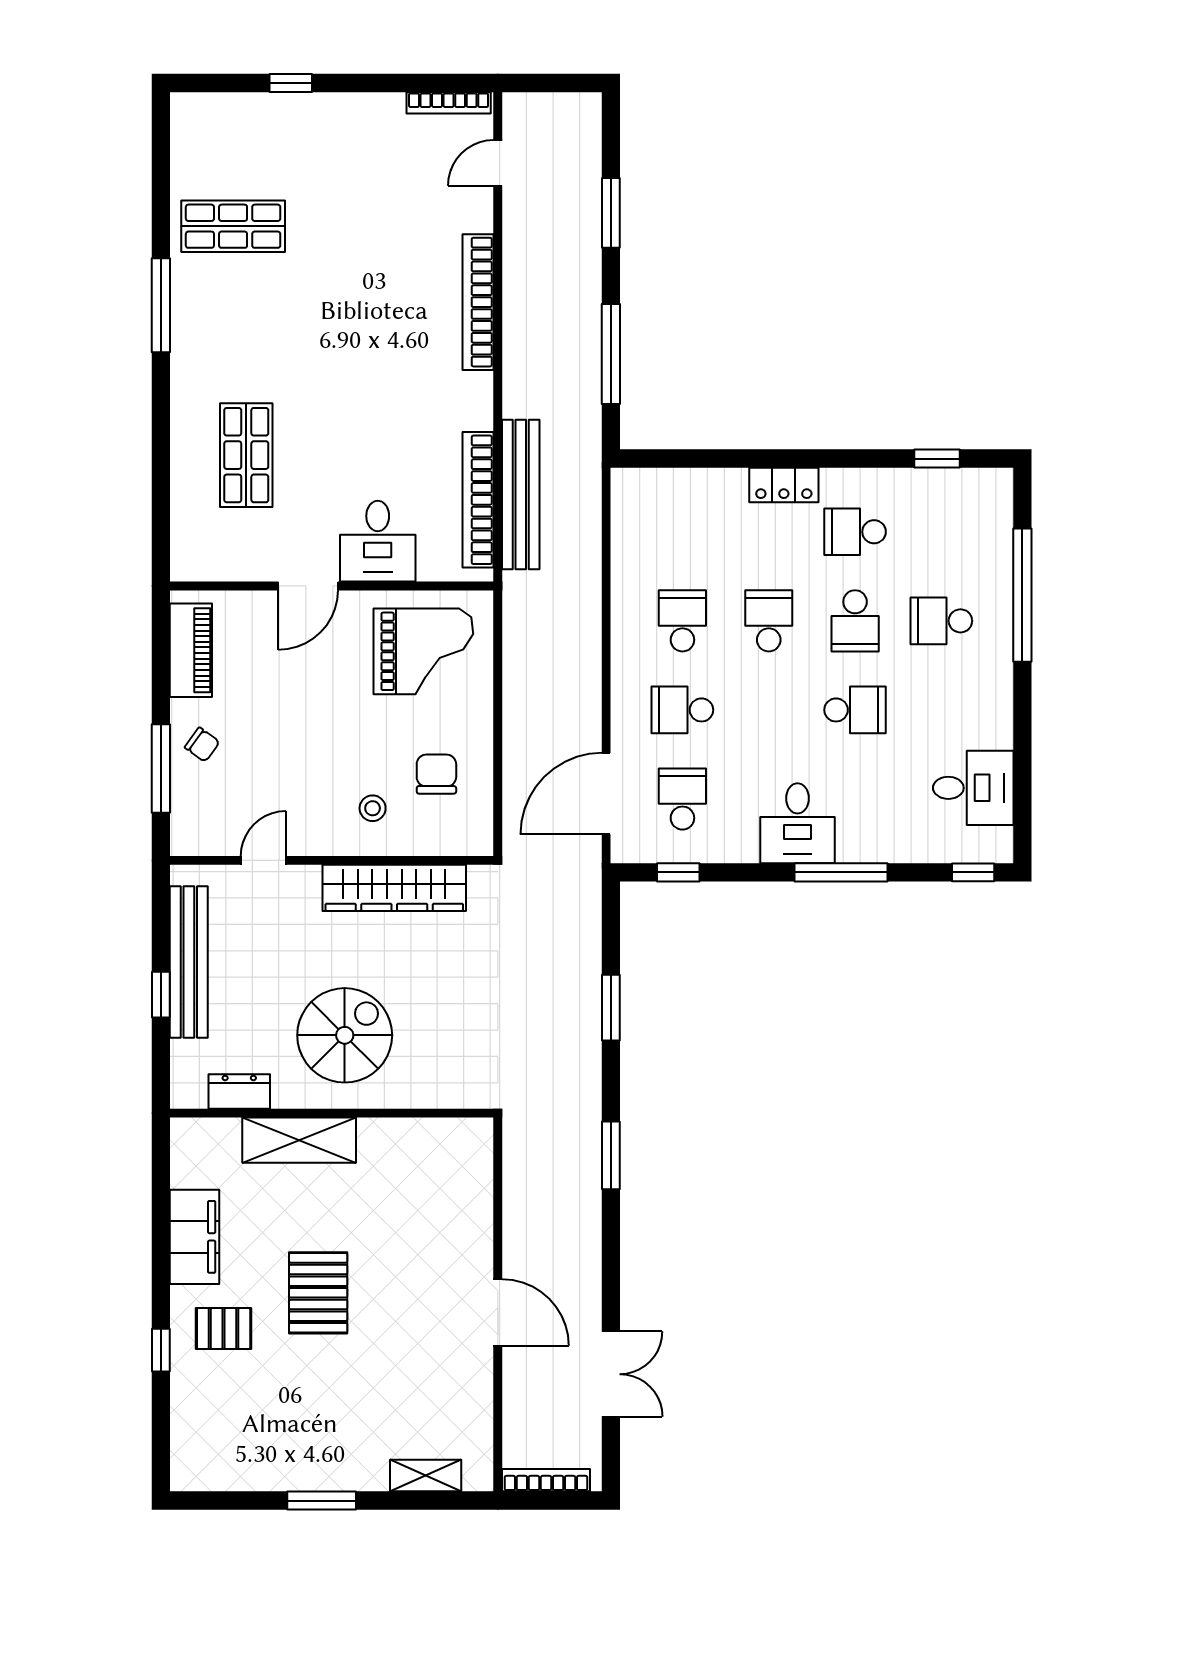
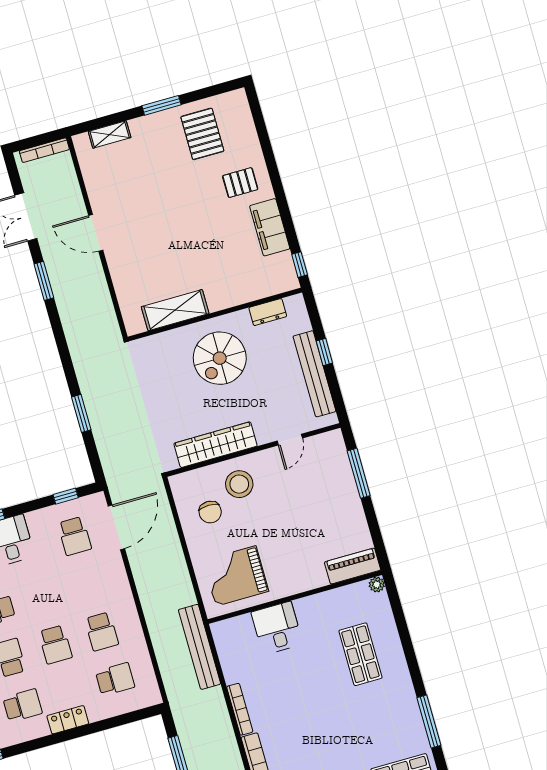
bench: (521, 495) -> (200, 647), moved
bookcase: (478, 500) -> (240, 709), moved, width x0.68, depth x0.76
plant: (184, 567) -> (377, 585), added
door: (308, 586) -> (307, 593), removed
piano: (191, 650) -> (353, 566), moved, turned 90
school desk: (682, 710) -> (115, 679), moved
chair: (202, 745) -> (340, 492), removed
stool: (373, 808) -> (239, 484), width x1.89, depth x1.89
shelving: (299, 1140) -> (175, 310), moved
window: (611, 1155) -> (44, 281), moved
pallet: (318, 1293) -> (202, 134), moved
window: (161, 1350) -> (300, 265), moved

